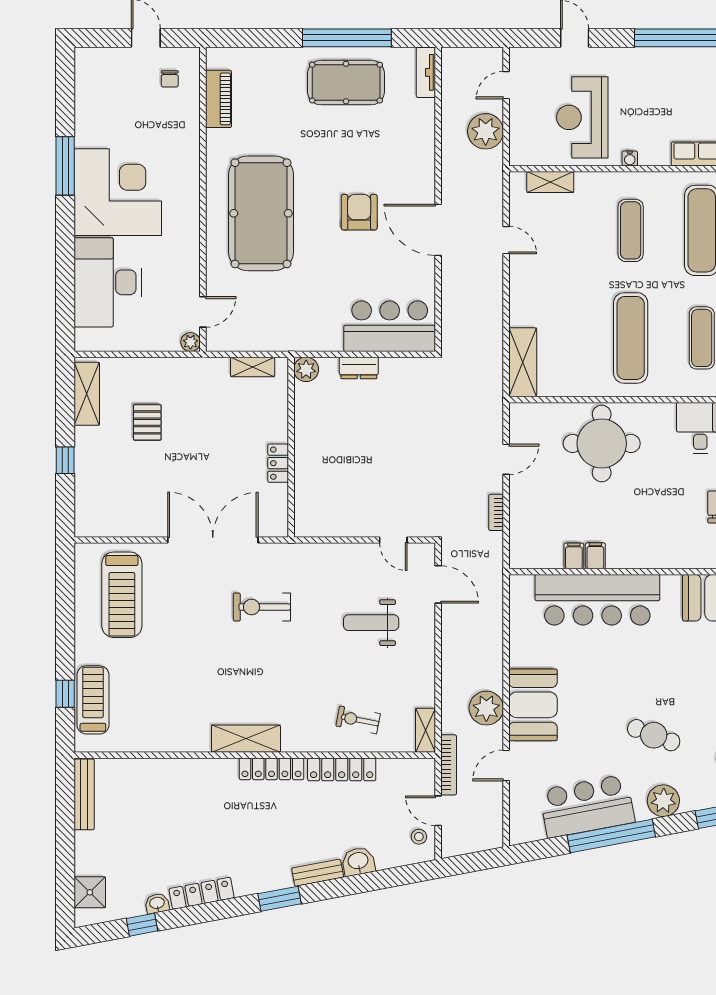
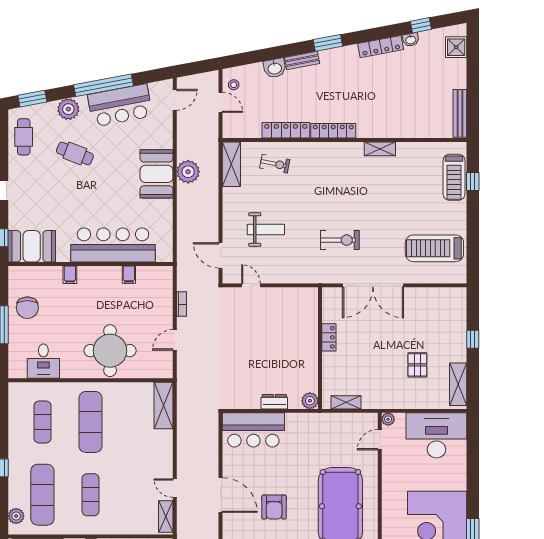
shelving: (550, 182) -> (166, 516), moved, turned 90
desk: (108, 282) -> (436, 435), moved, turned -90
filing cabinet: (595, 556) -> (70, 275), moved
treadmill: (122, 595) -> (434, 248), turned -90
shelving: (426, 730) -> (231, 164), width x1.50, depth x1.33
shelving: (246, 739) -> (380, 149), moved, width x0.67, depth x0.75
bookcase: (449, 765) -> (214, 133), removed
door: (506, 766) -> (175, 100), moved

